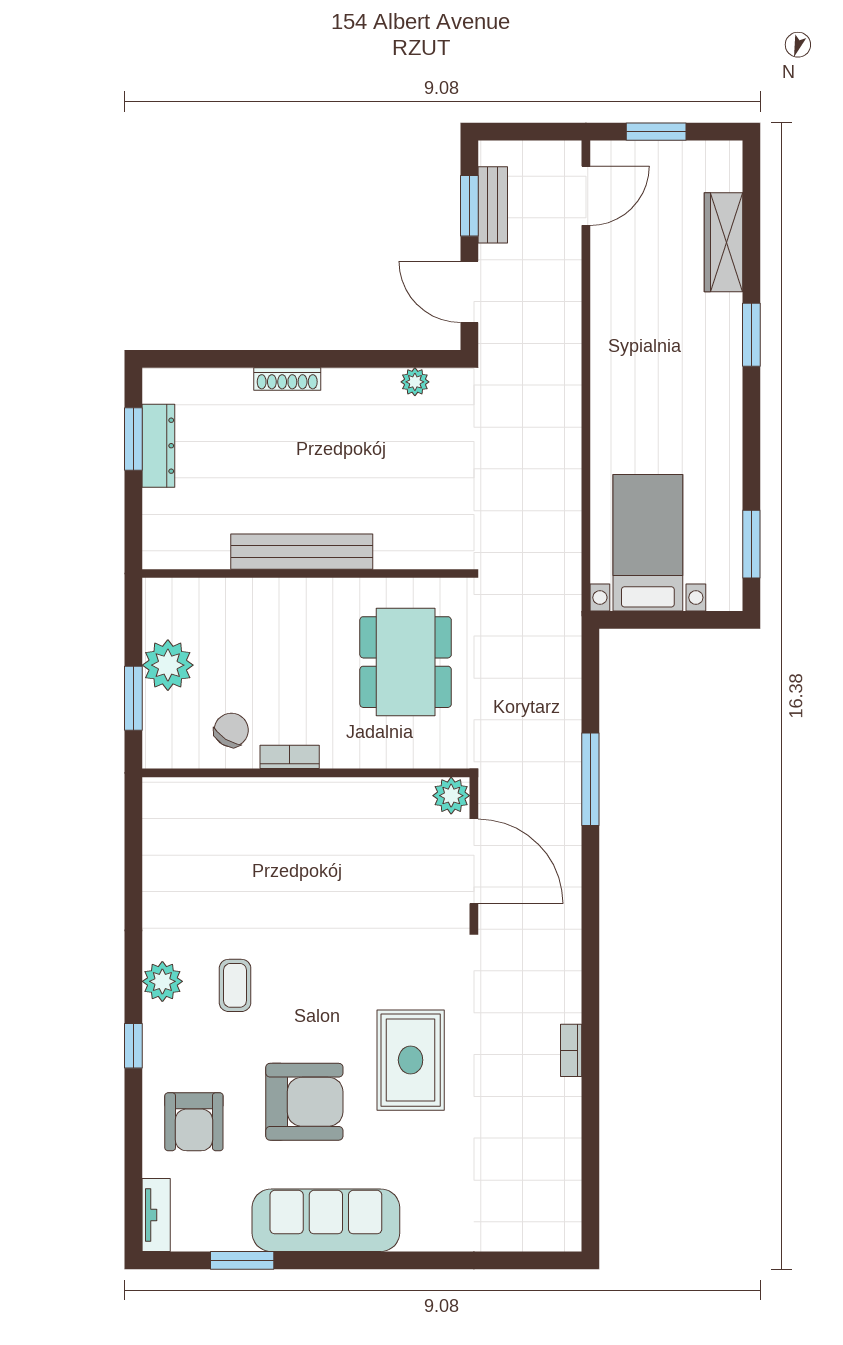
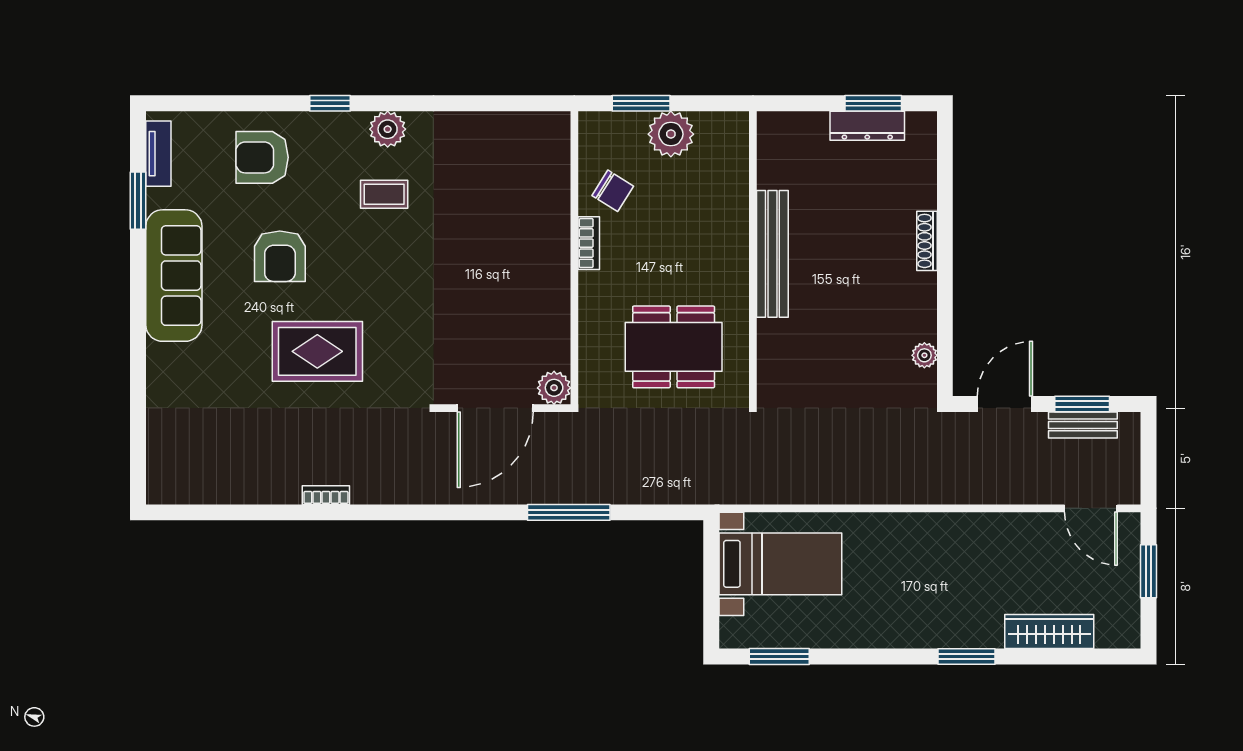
armchair: (304, 1102) -> (280, 256), width x0.73, depth x0.73
tv unit: (156, 1215) -> (158, 154), moved, turned -90

